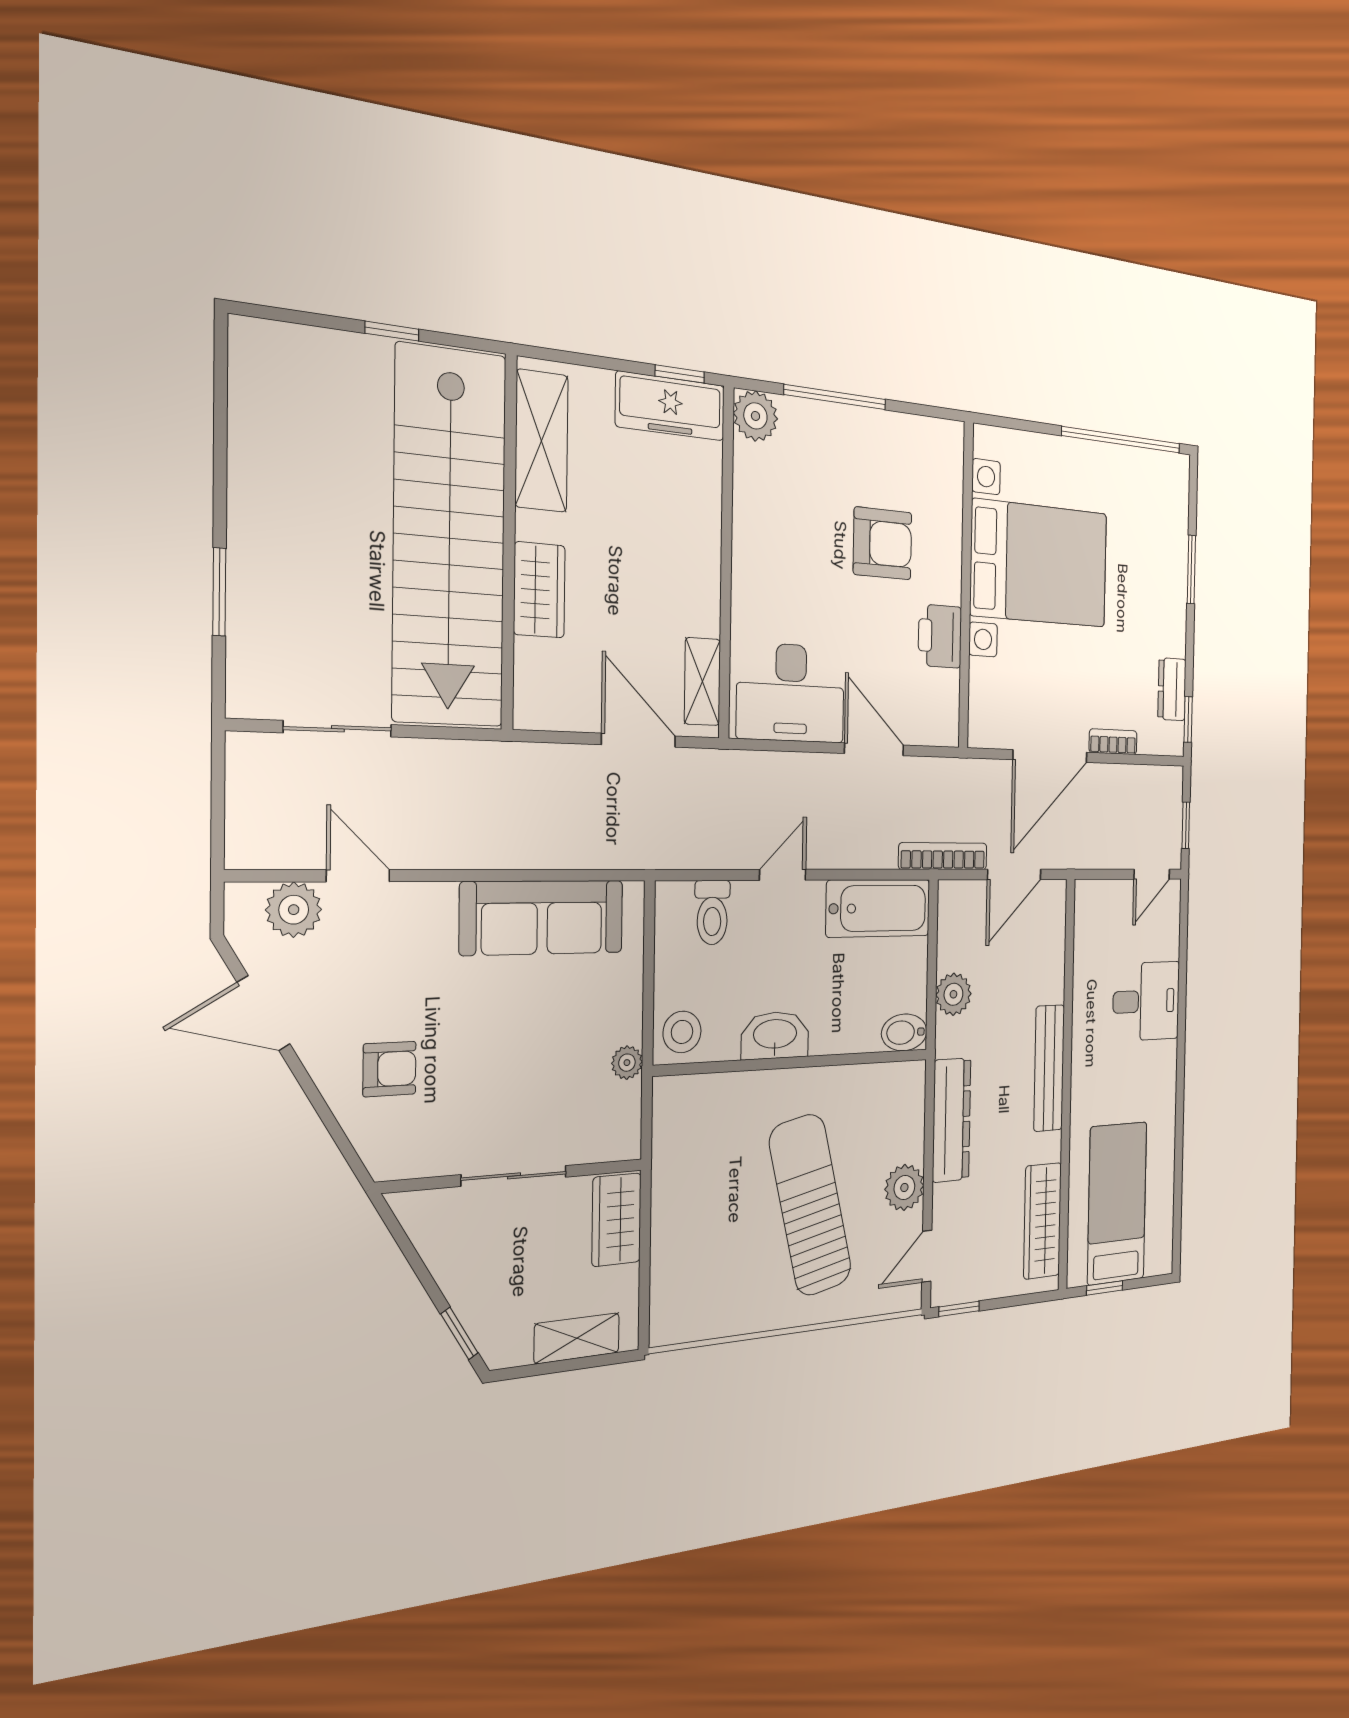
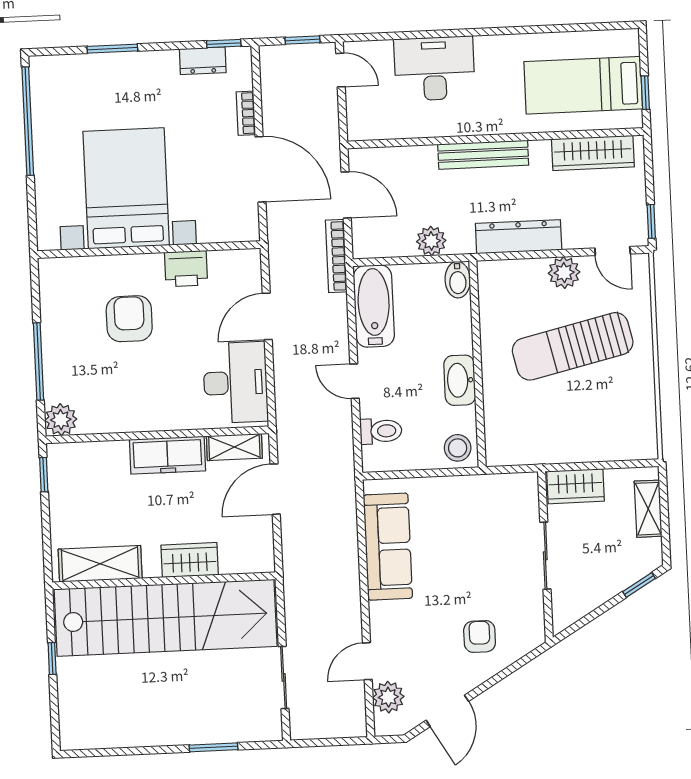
freezer: (670, 406) -> (167, 455), moved, turned 90
desk: (1146, 1001) -> (434, 69), width x1.37
plant: (627, 1063) -> (477, 485), removed

